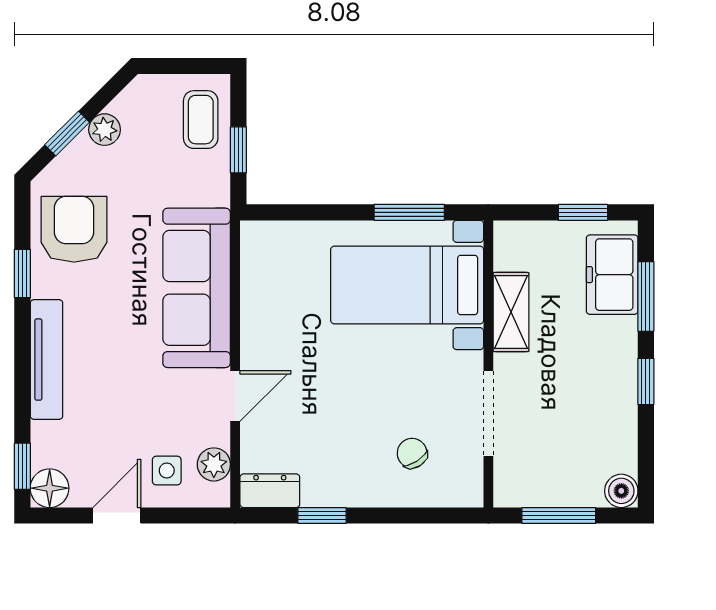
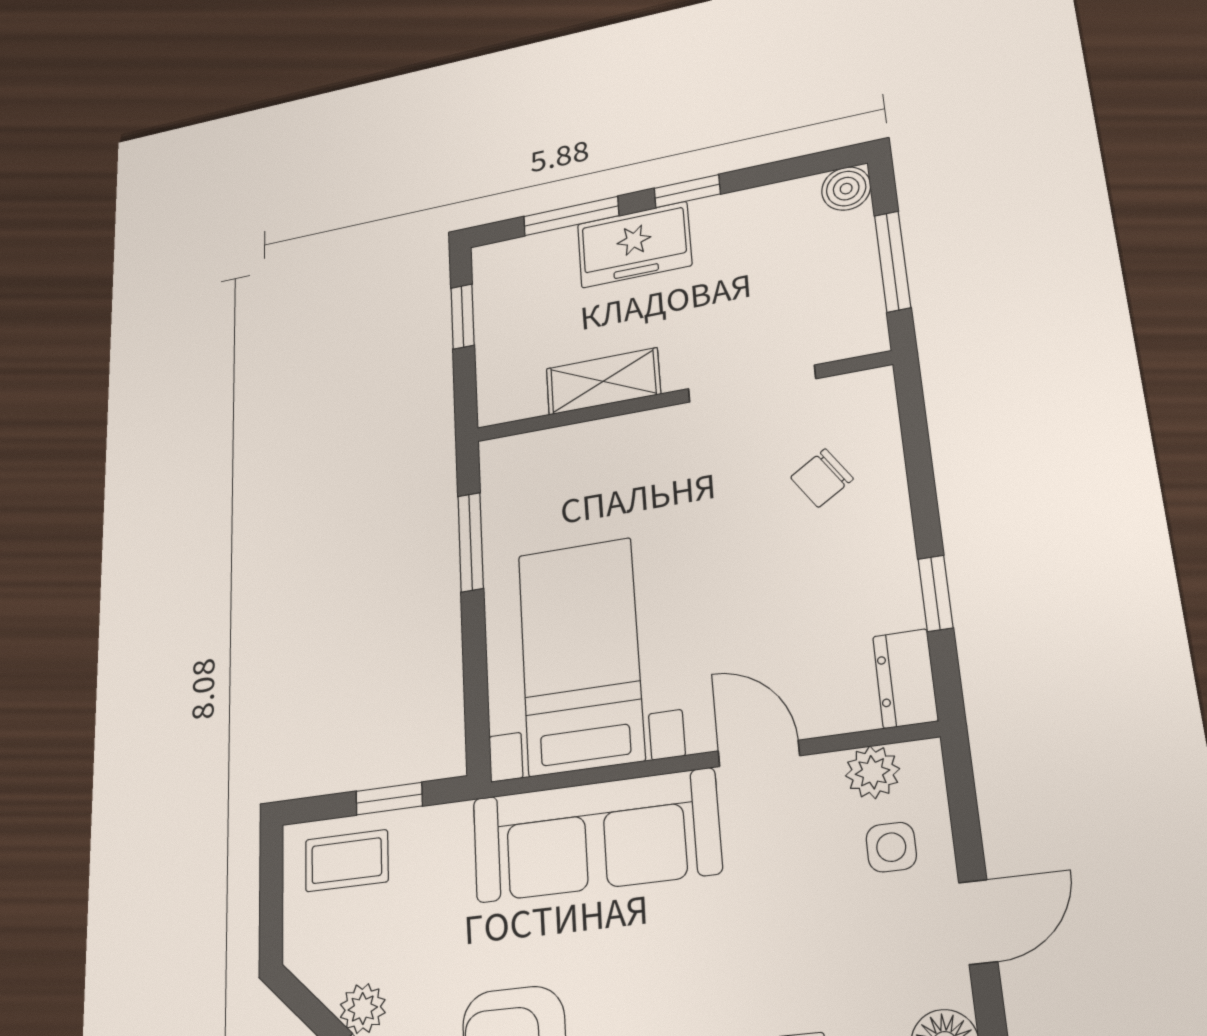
freezer: (612, 275) -> (634, 245), moved
bed with nightstands: (407, 285) -> (580, 656), moved, turned 180
door: (117, 515) -> (978, 922), swing flipped

